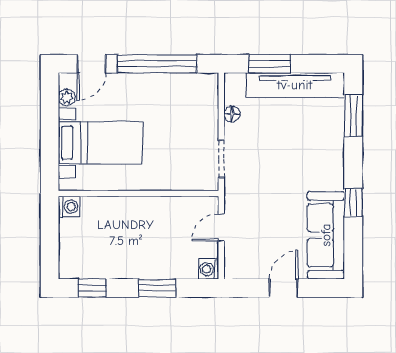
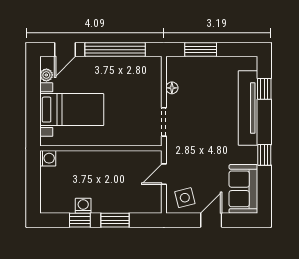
tv unit: (295, 85) -> (248, 108), moved, turned 90
window: (353, 115) -> (264, 89), width x0.67
sofa: (326, 235) -> (243, 189), width x0.73
side table: (249, 259) -> (185, 198), added
washing machine: (209, 269) -> (83, 206), moved, turned 90
window: (92, 288) -> (80, 220), moved

